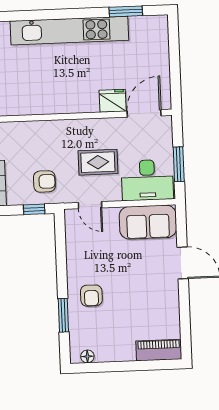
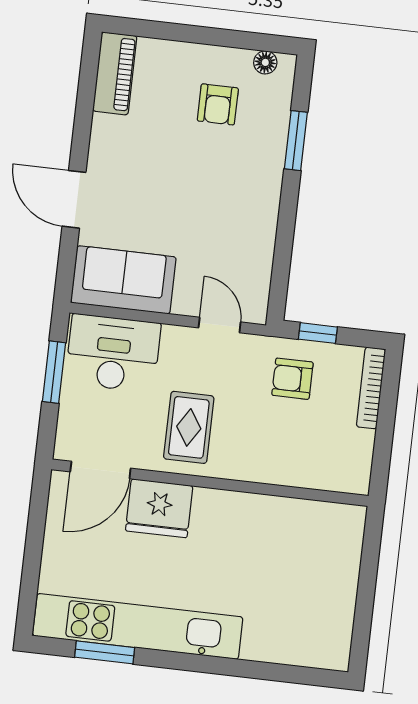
kitchen unit: (69, 31) -> (138, 626), moved
fridge: (113, 101) -> (159, 508), width x1.36, depth x1.34
rug: (98, 162) -> (189, 427), moved, turned 90
armchair: (91, 296) -> (218, 104), moved, turned 180
piano: (159, 350) -> (115, 73), moved, turned -90

